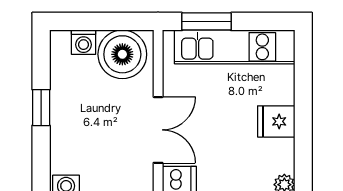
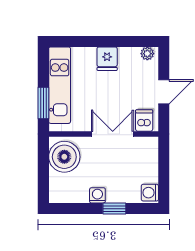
washing machine: (83, 42) -> (97, 195), moved, turned -90
window: (41, 108) -> (114, 209), moved

